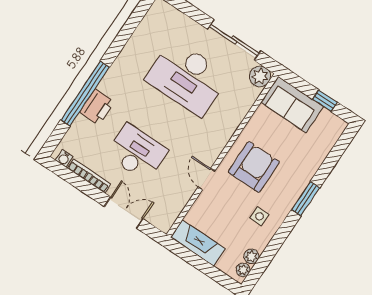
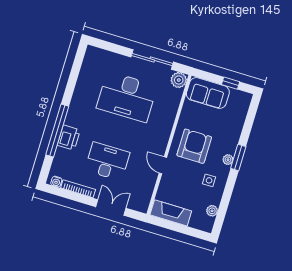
plant: (243, 270) -> (228, 160), moved

